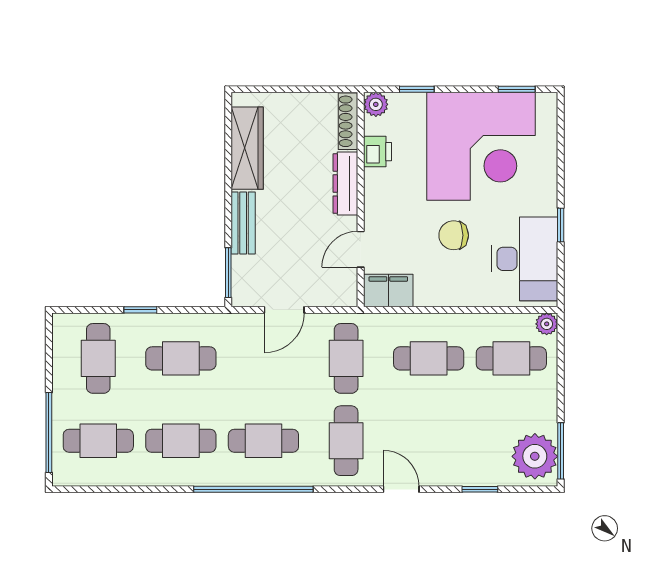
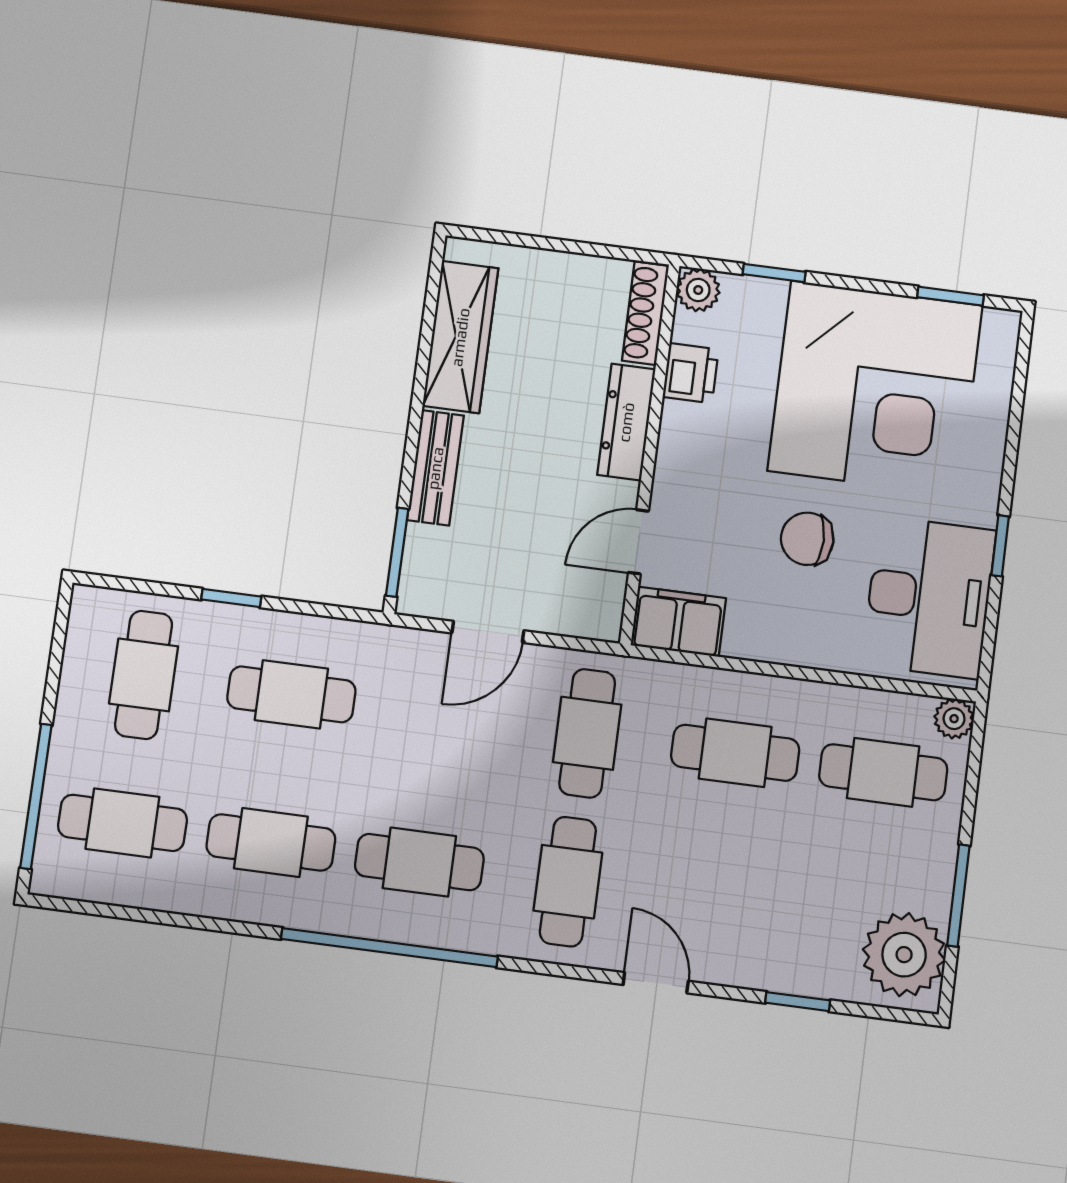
window: (561, 451) -> (958, 896), moved

